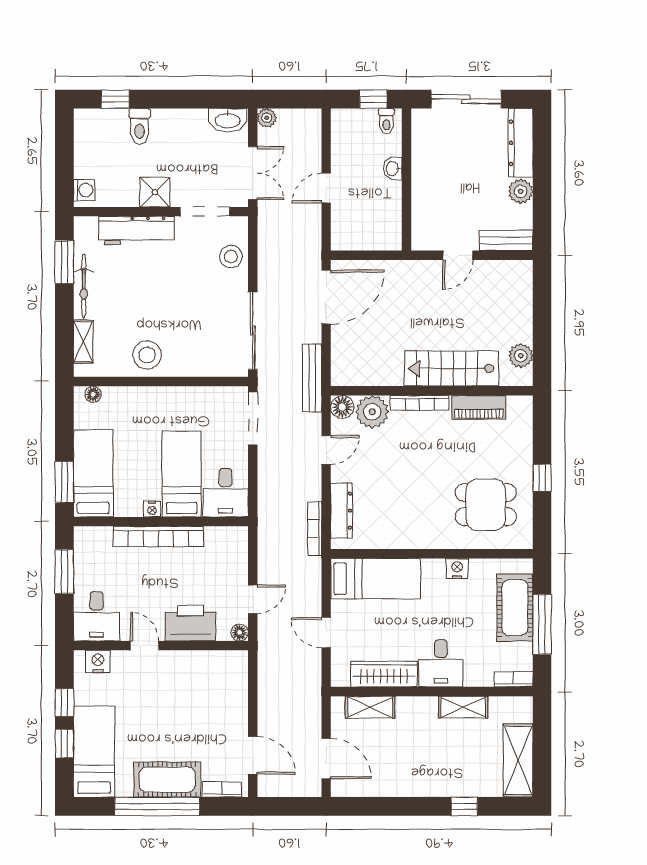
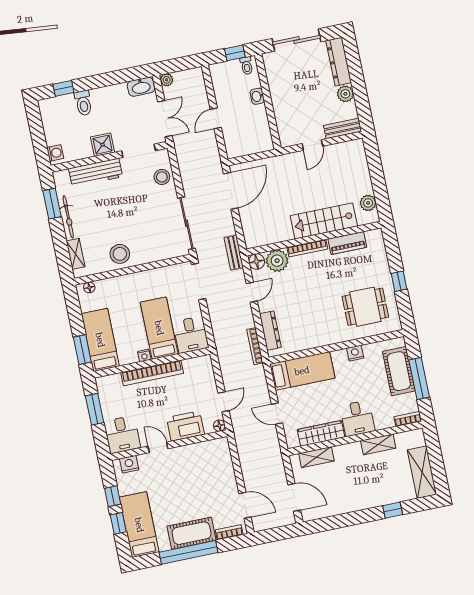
bench: (312, 378) -> (234, 253), width x0.73

